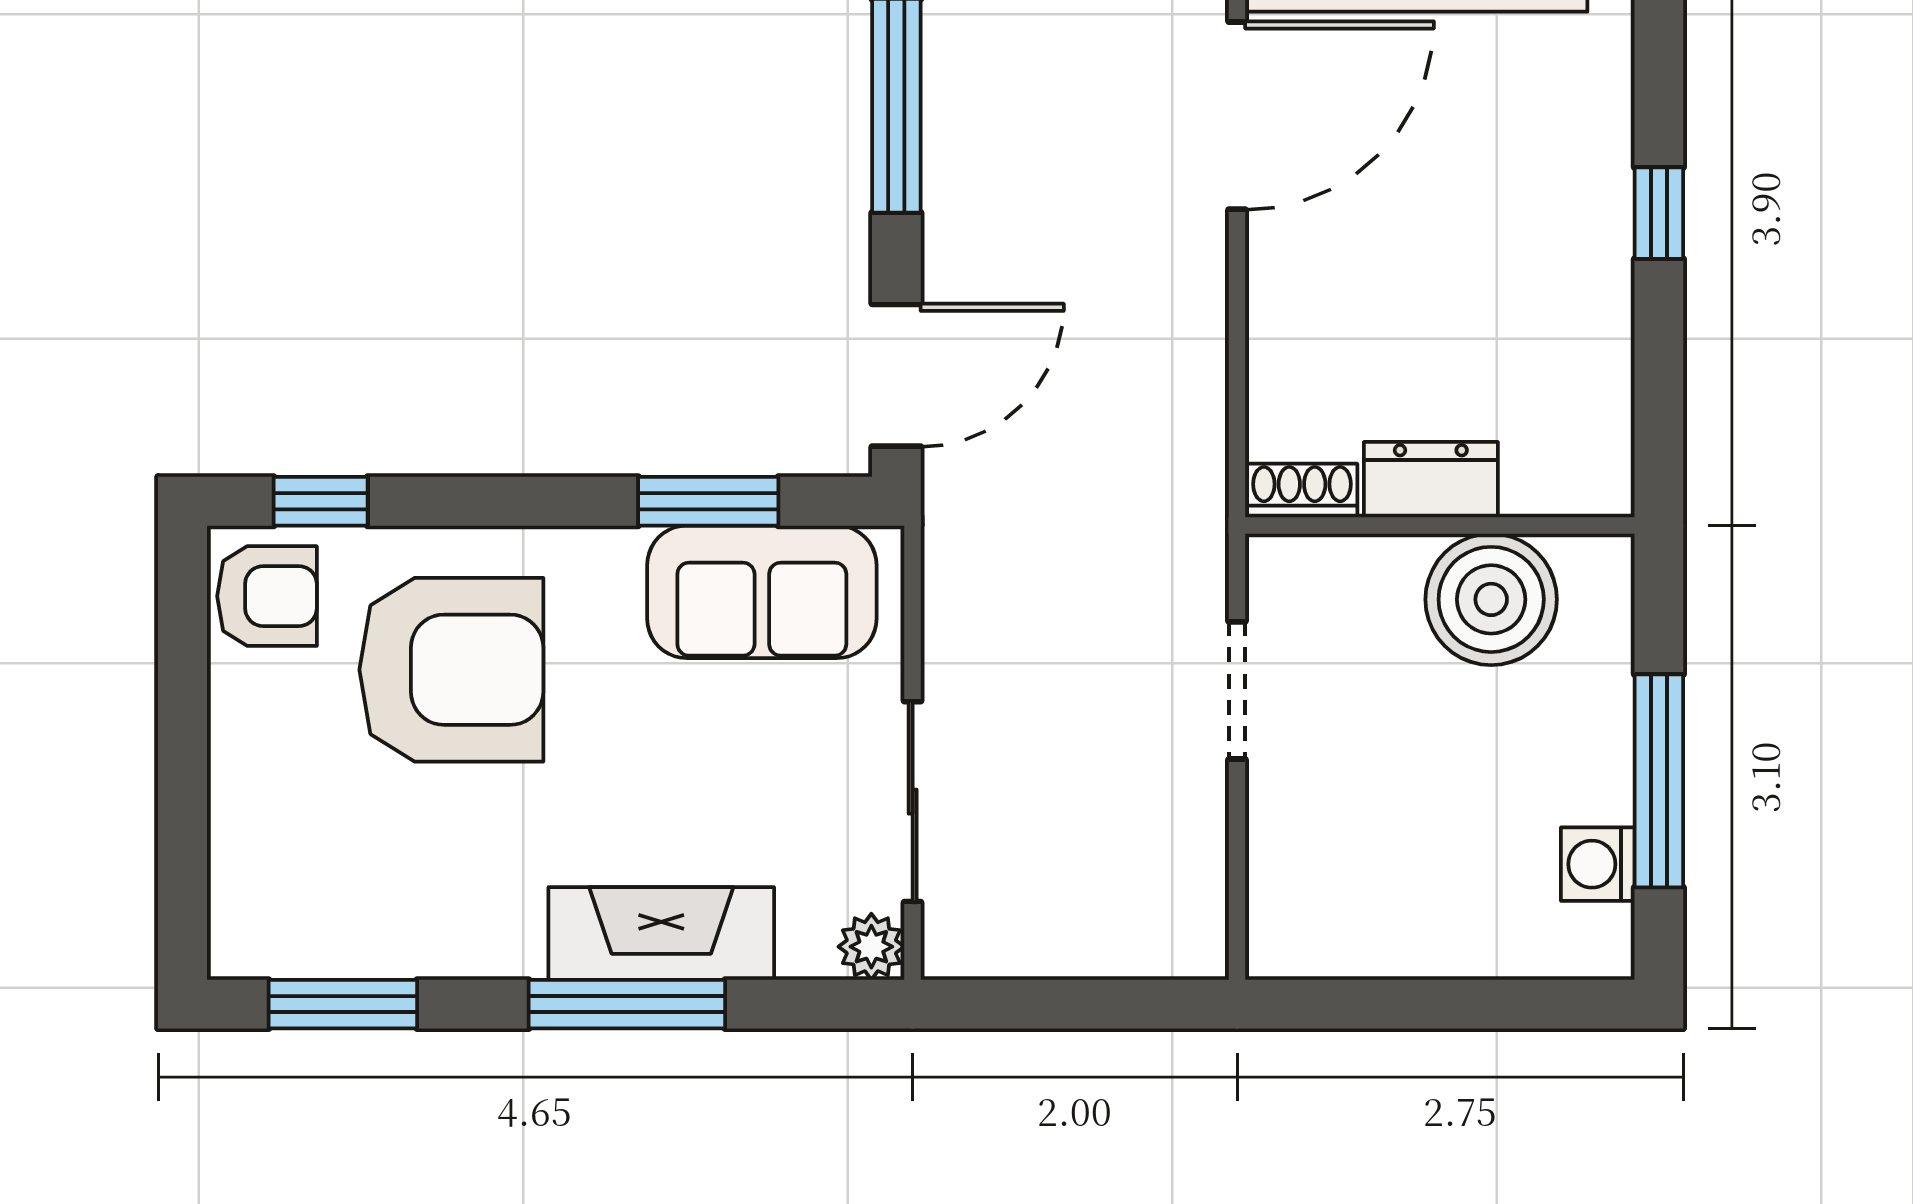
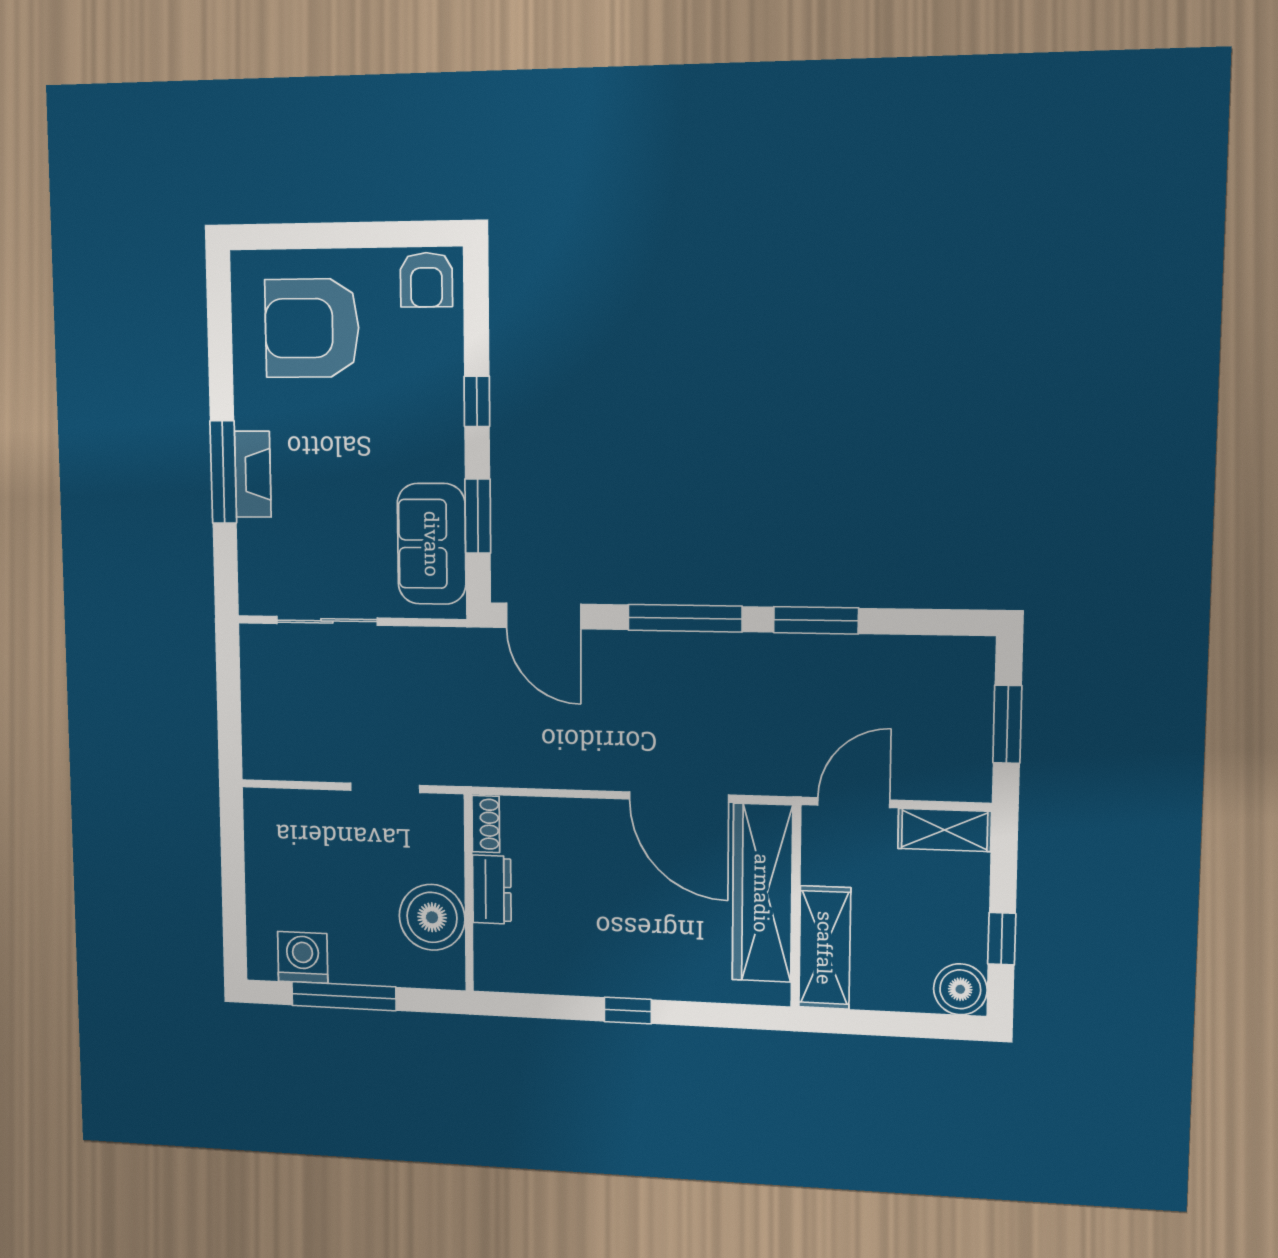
window: (321, 501) -> (477, 401), moved
armchair: (451, 670) -> (312, 328), moved, turned 90
washing machine: (1598, 864) -> (303, 957), width x1.38, depth x1.38
fireplace: (661, 933) -> (253, 474), width x0.73, depth x0.76
plant: (871, 947) -> (255, 599), removed
window: (343, 1004) -> (220, 323), removed

